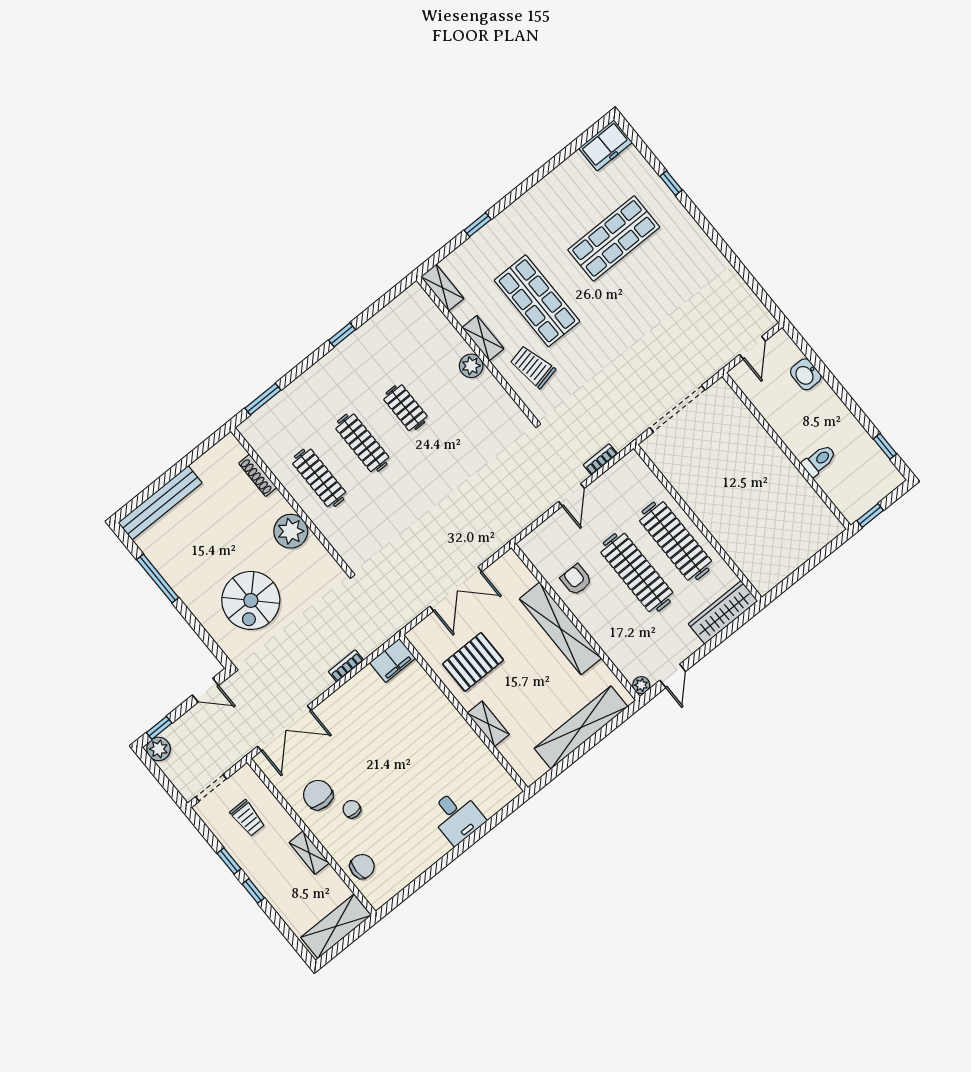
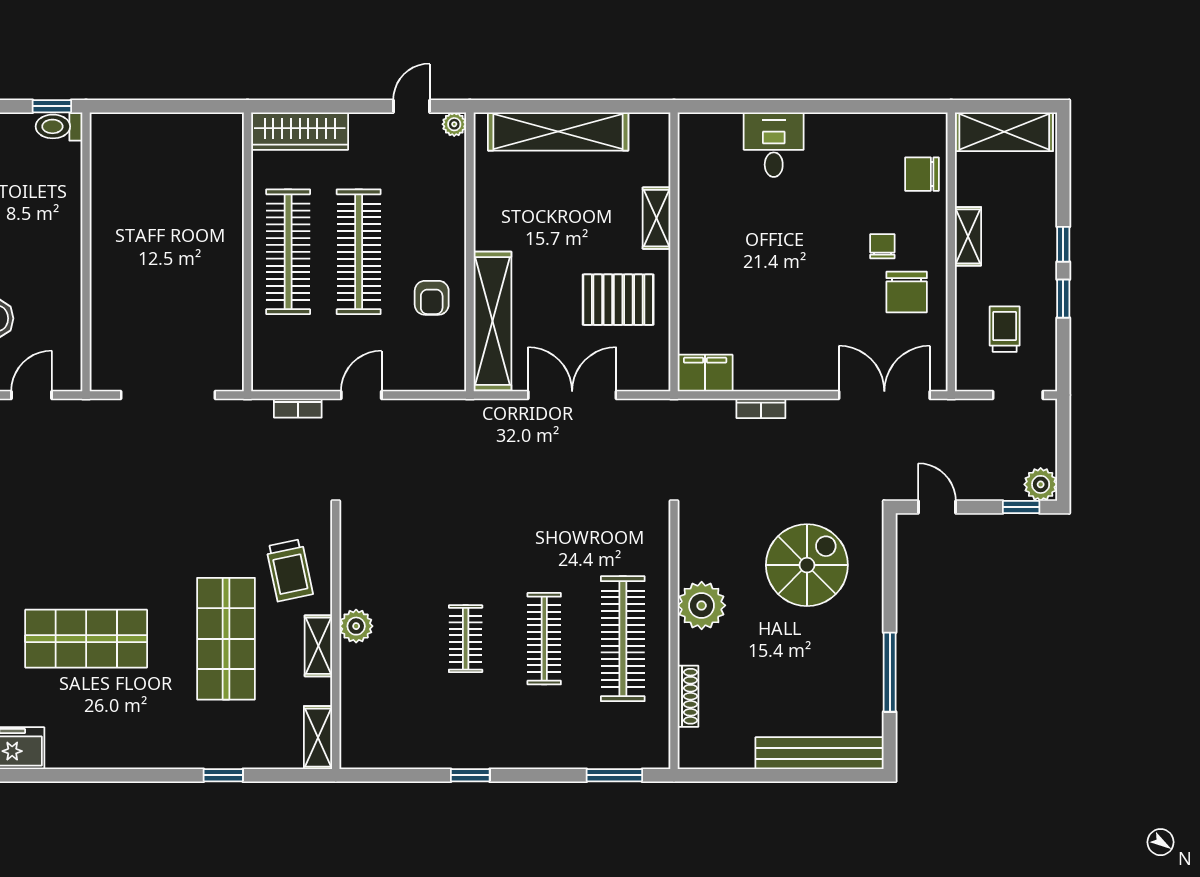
toilet: (819, 460) -> (59, 126), moved
clothes rail: (319, 478) -> (623, 639), width x1.37, depth x1.31
shelving: (560, 628) -> (492, 321), moved
chair: (352, 809) -> (882, 246), turned 180

